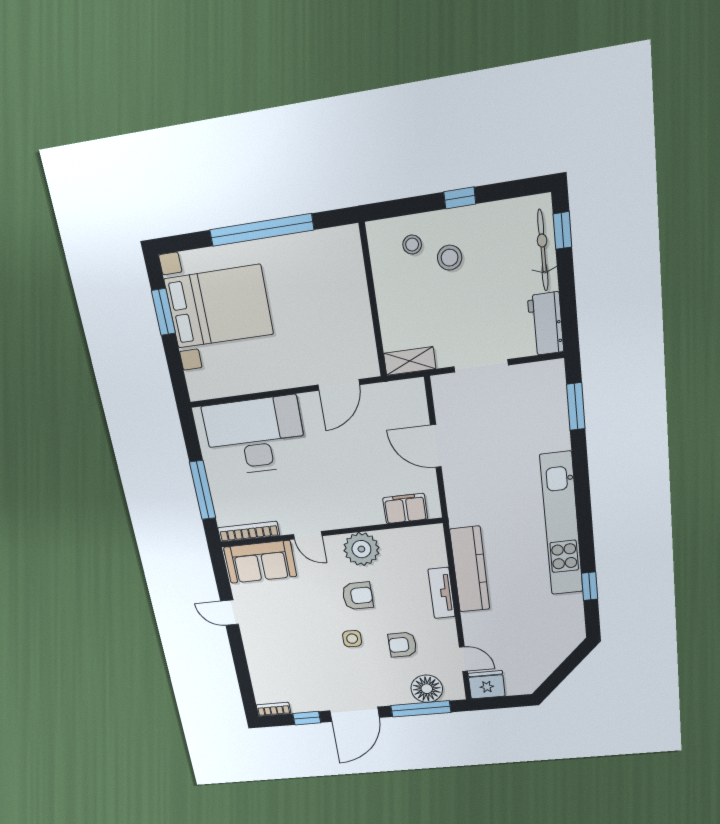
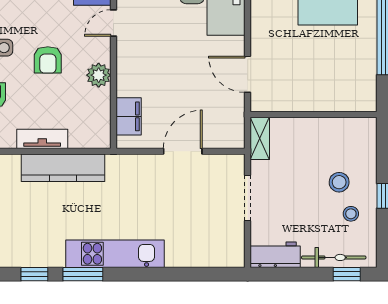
stool: (412, 245) -> (351, 214), moved
window: (576, 407) -> (83, 274), moved
kitchen unit: (562, 524) -> (115, 254), width x0.73
plant: (361, 549) -> (99, 75), width x0.73, depth x0.73

